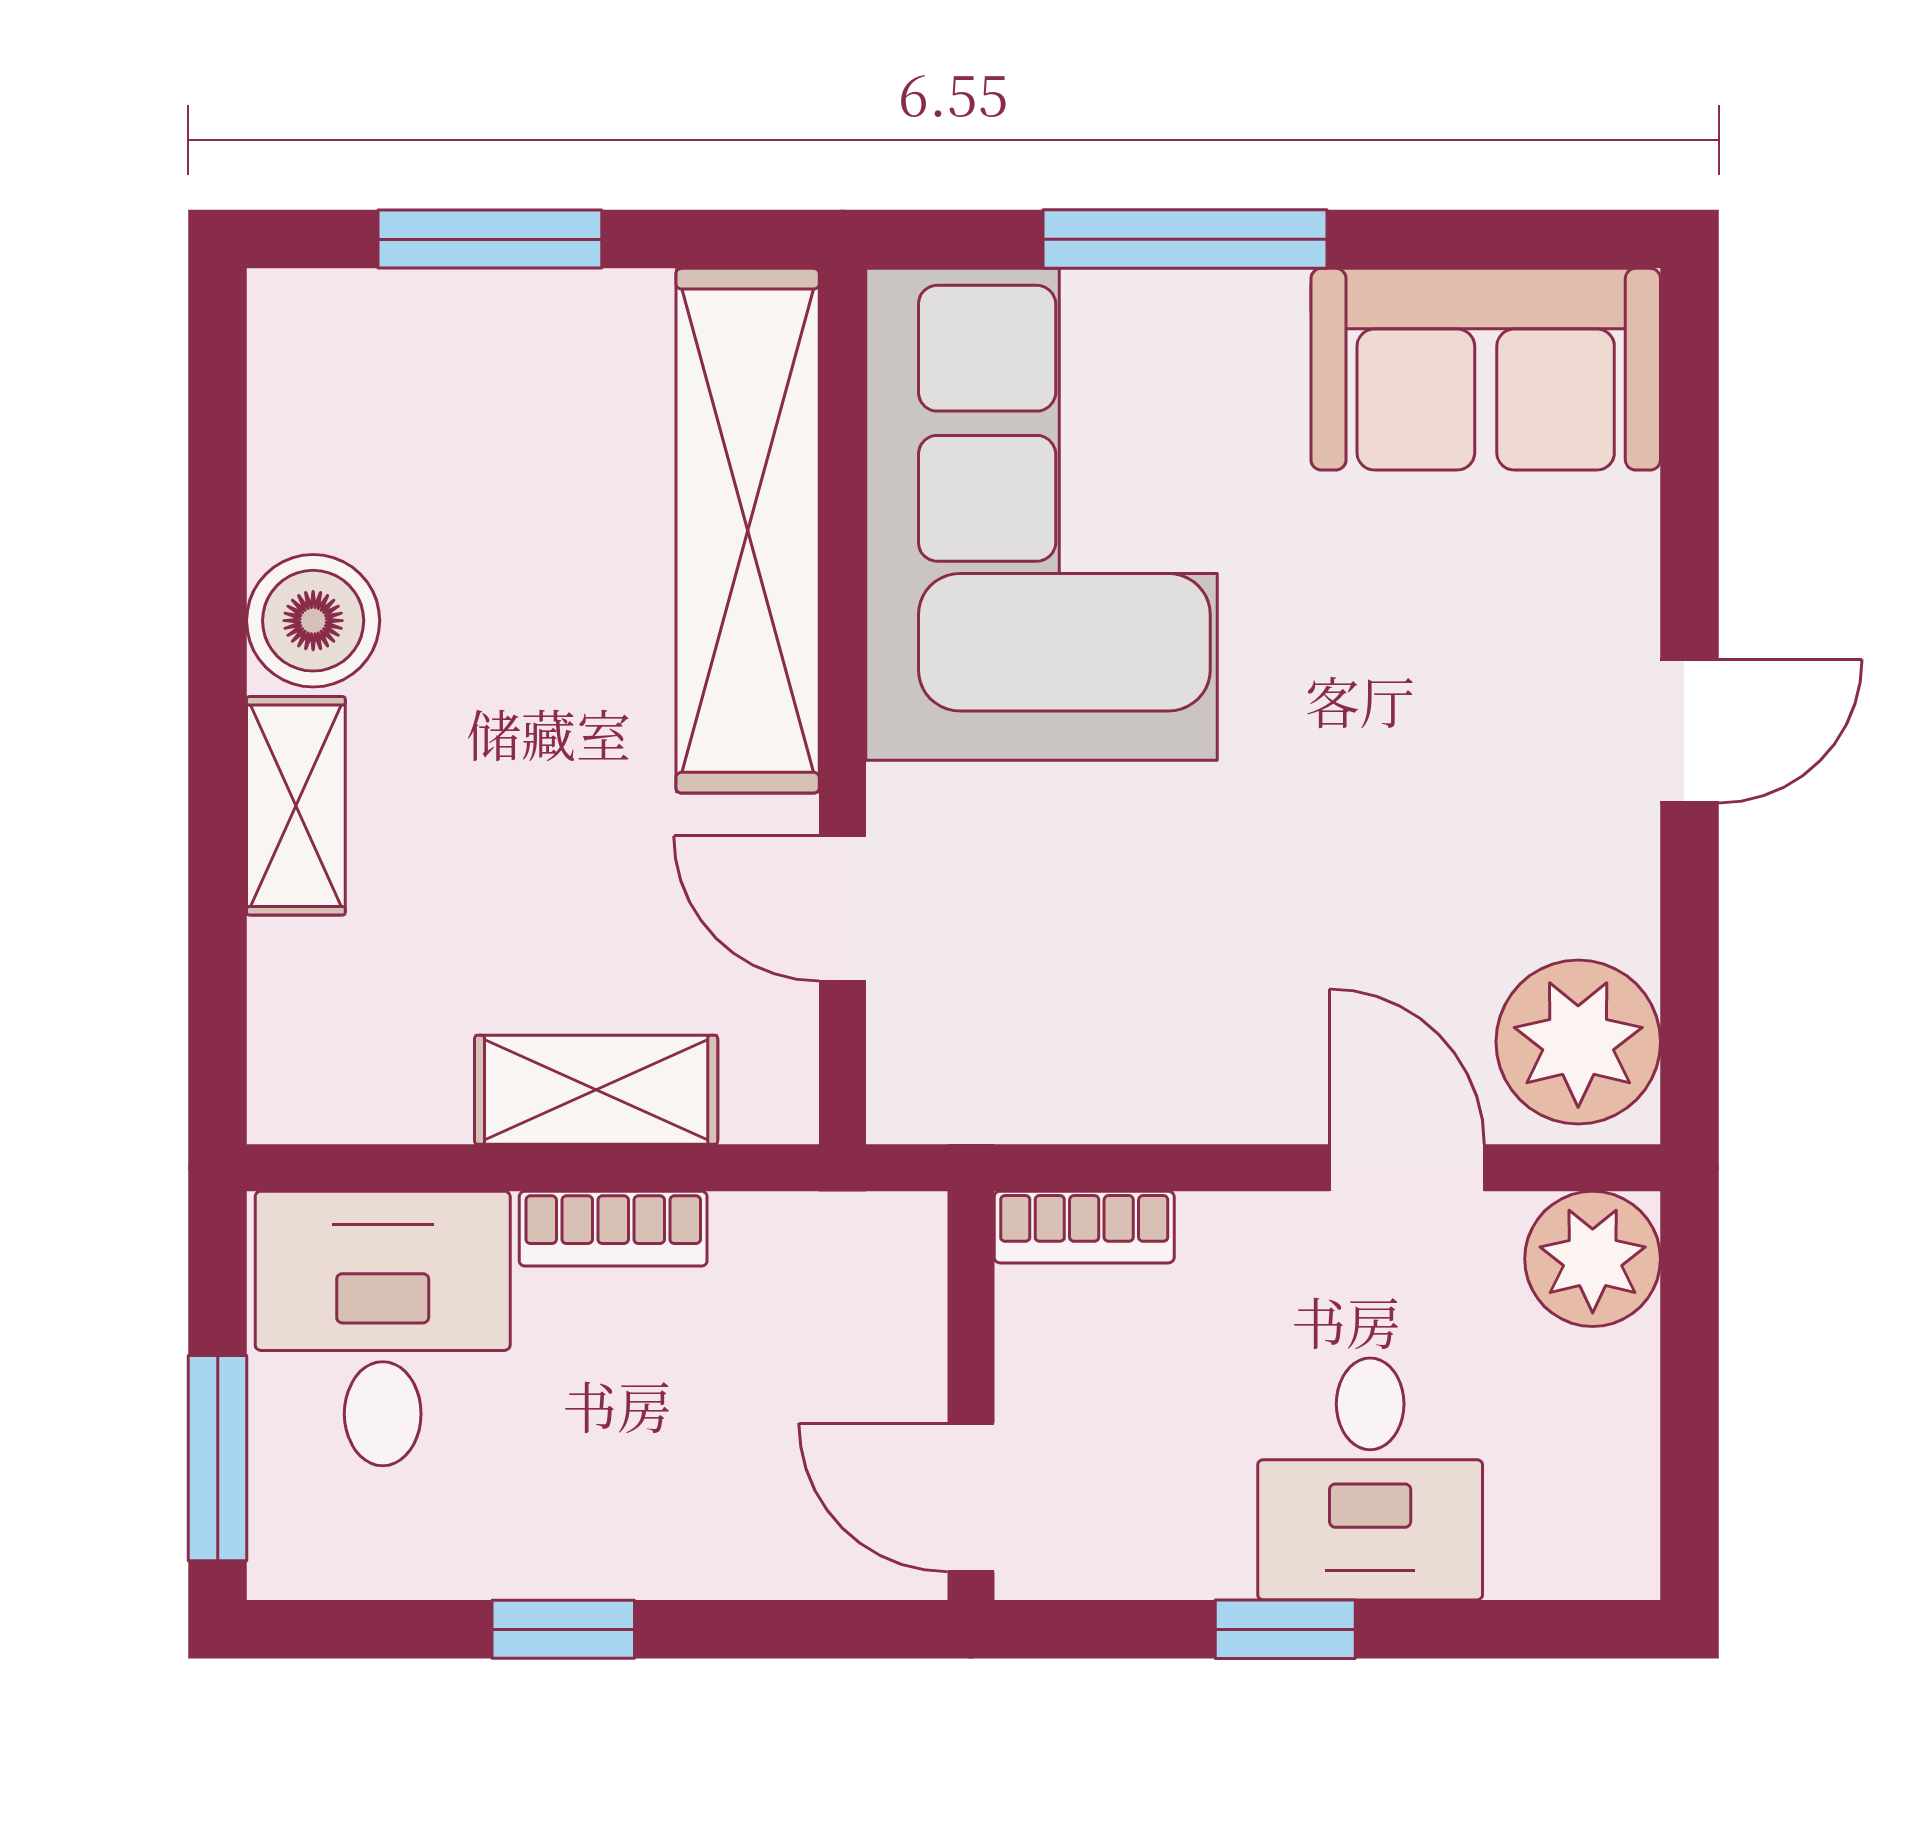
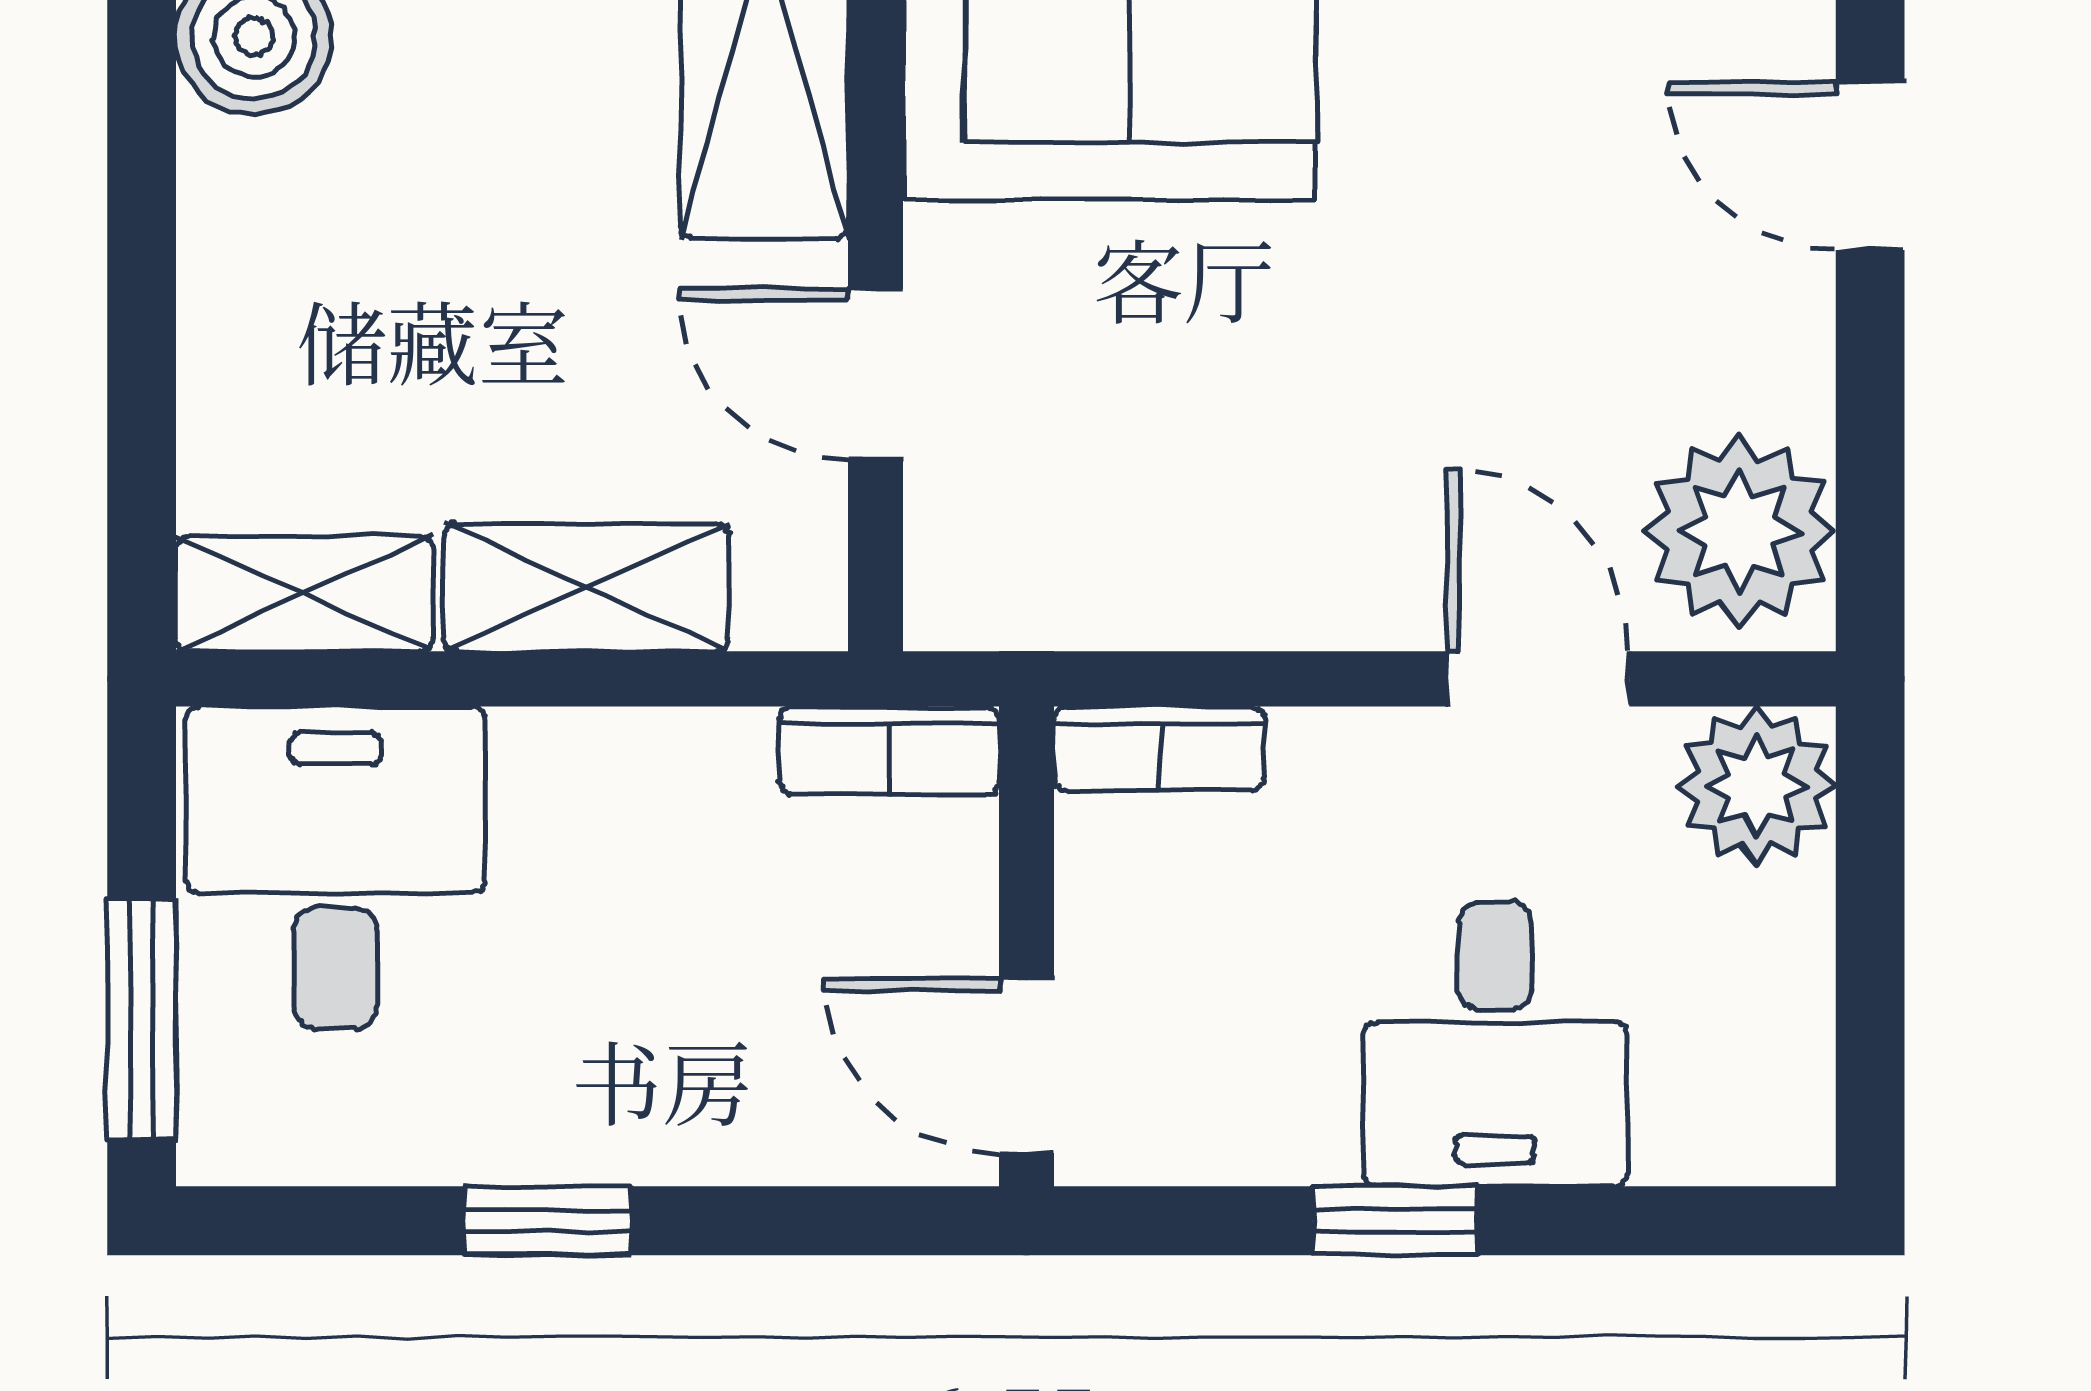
door: (1690, 731) -> (1870, 166), swing flipped
shelving: (296, 806) -> (304, 594), moved, turned 90
bookcase: (613, 1229) -> (889, 750), moved

